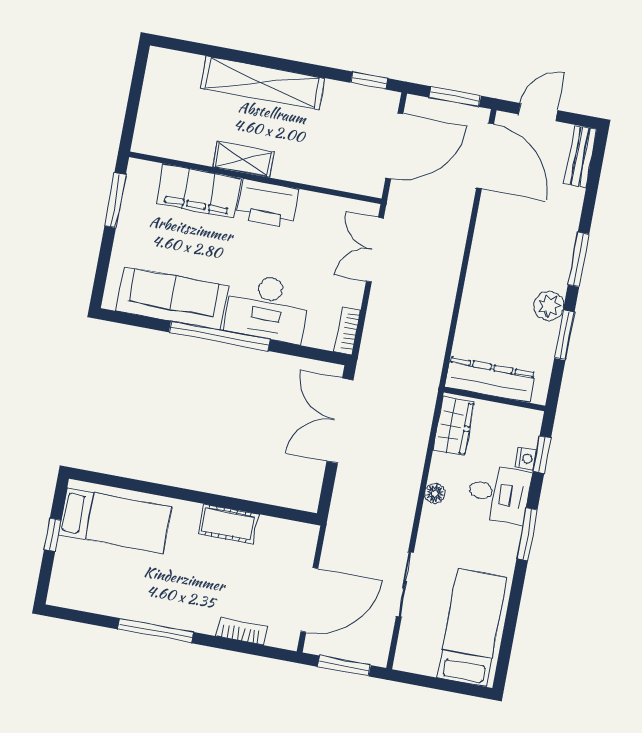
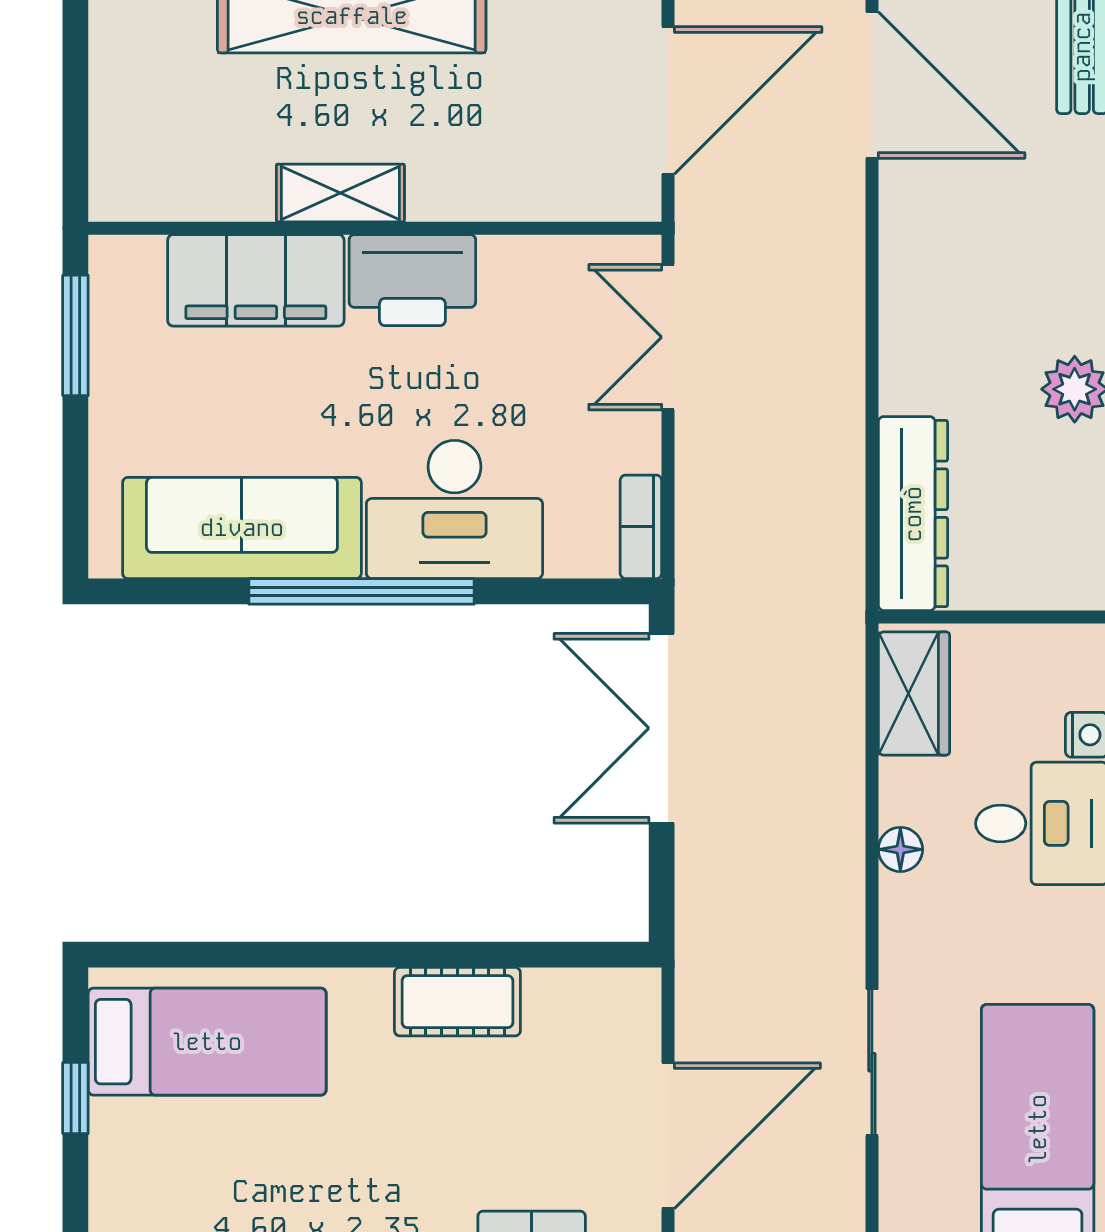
dresser: (490, 380) -> (913, 514), moved, turned 90

